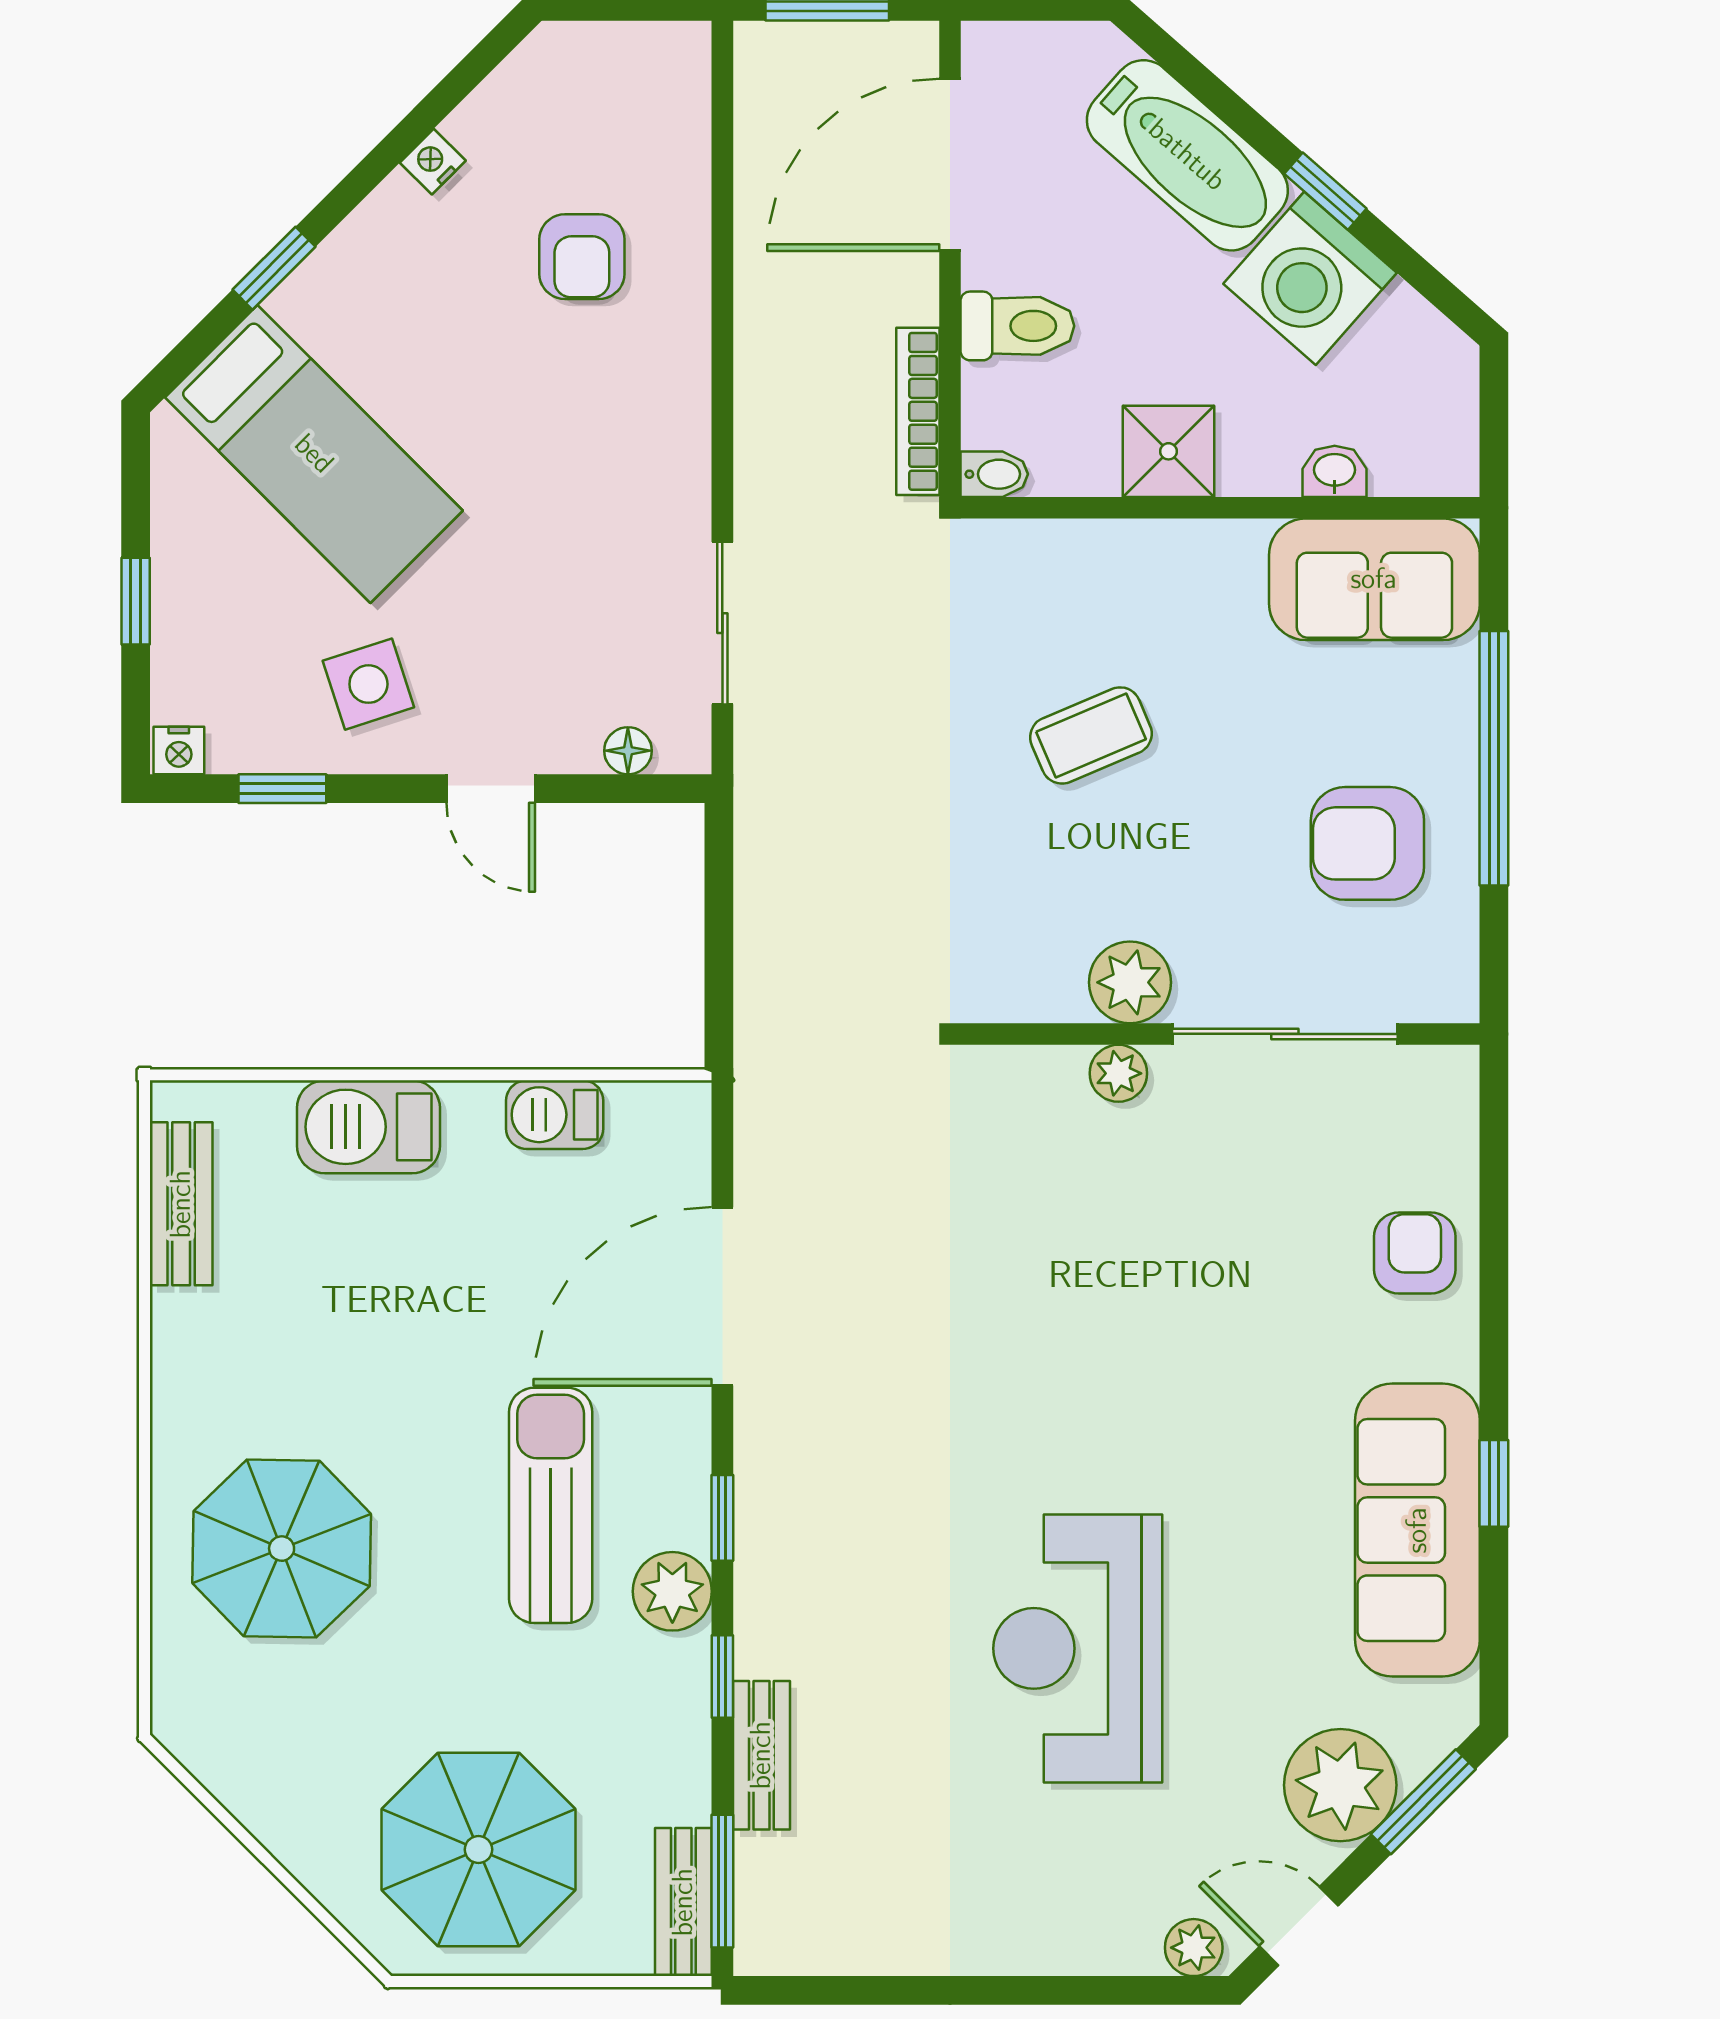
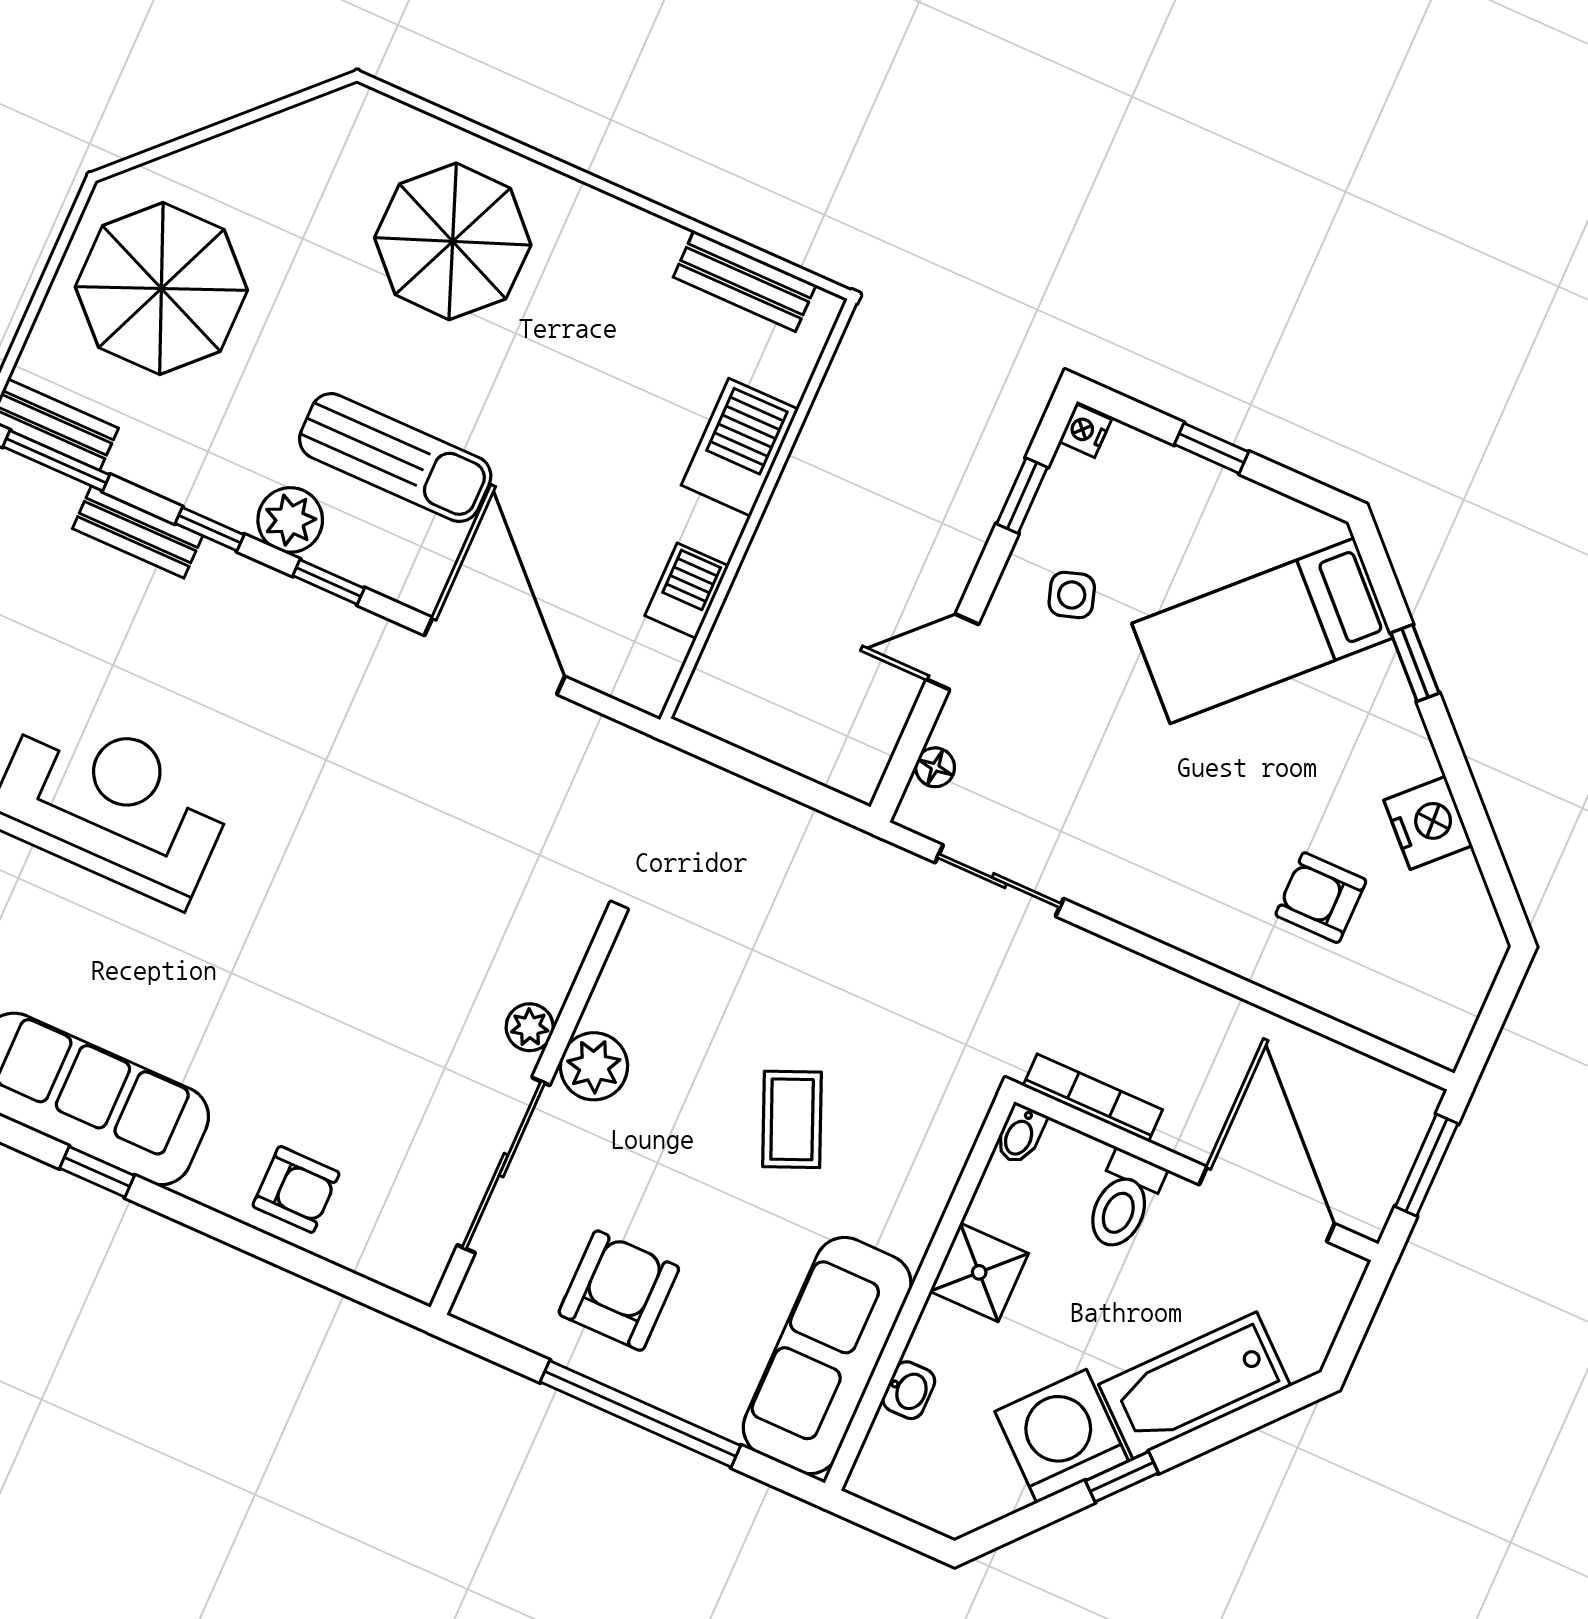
nightstand: (433, 162) -> (1428, 823), width x1.89, depth x1.79
sofa: (1374, 579) -> (827, 1356), width x1.36
side table: (368, 684) -> (1072, 595), width x0.73, depth x0.73

